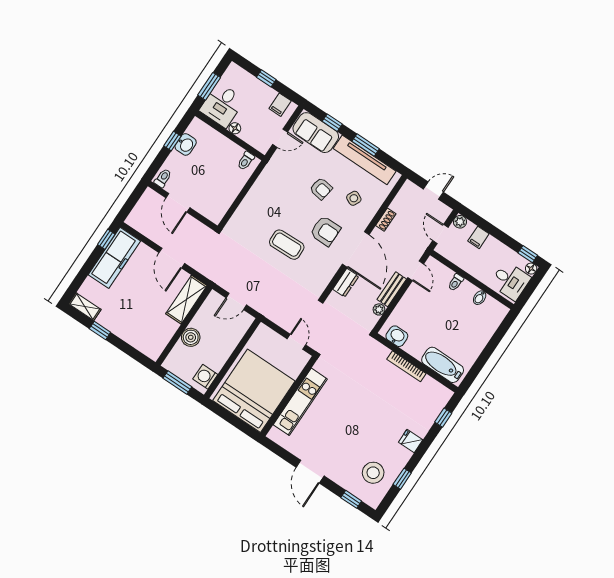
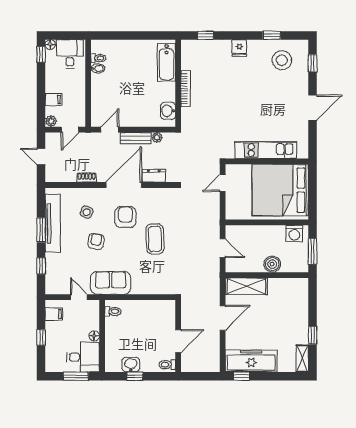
sofa: (316, 133) -> (111, 283), moved, turned -90
toilet: (456, 282) -> (98, 58), moved

